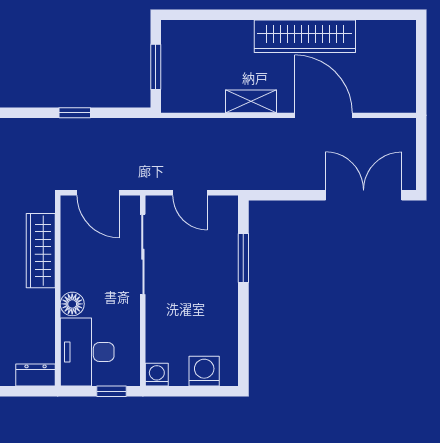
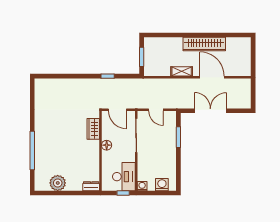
double door: (364, 195) -> (210, 111), moved
wardrobe: (41, 251) -> (93, 129), width x0.67
floor lamp: (72, 304) -> (107, 145), moved
desk: (87, 352) -> (124, 177), moved, turned 180

